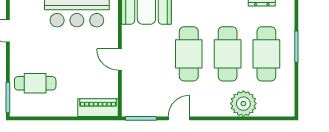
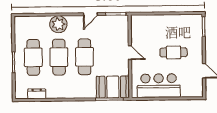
cafe table: (35, 83) -> (174, 52), moved
plant: (243, 104) -> (58, 24), moved
piano: (98, 108) -> (144, 21), removed

